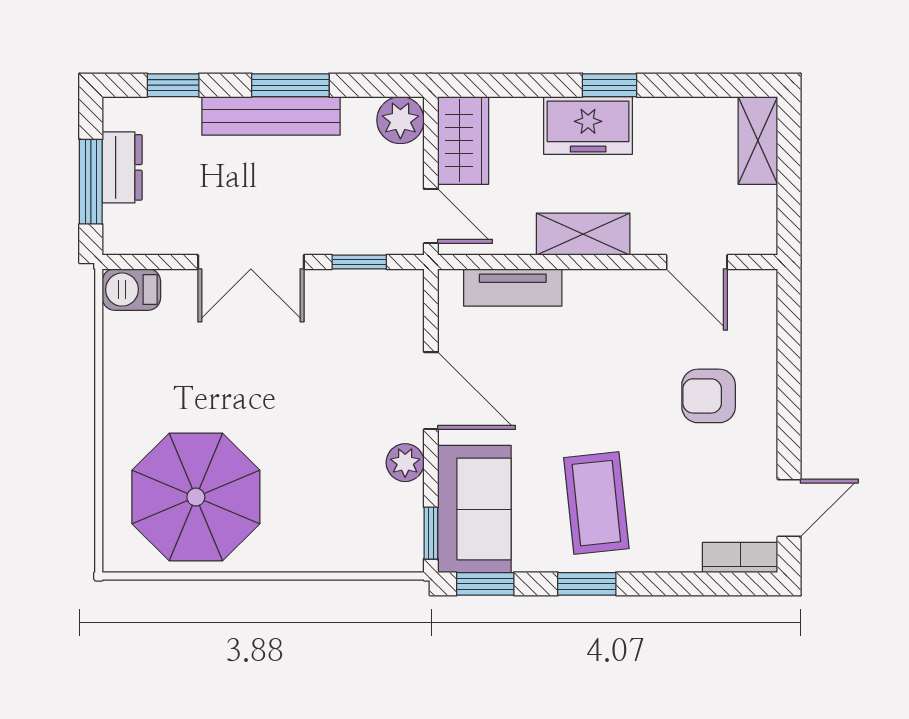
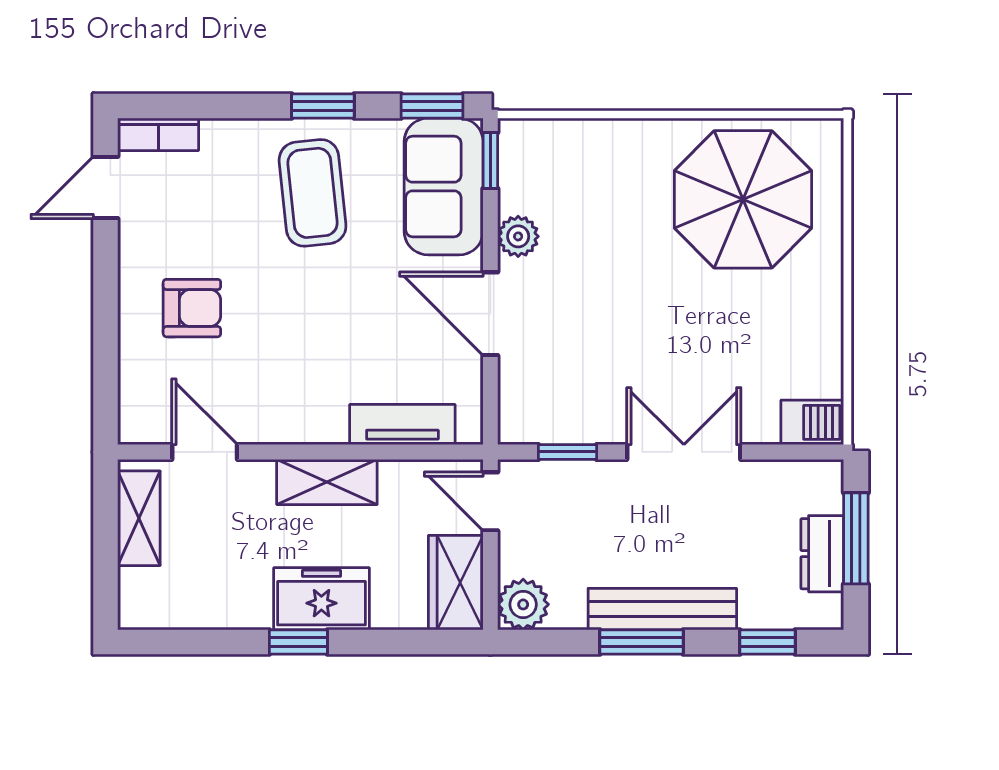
shelving: (758, 140) -> (139, 518), moved

